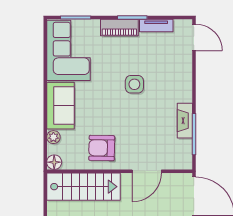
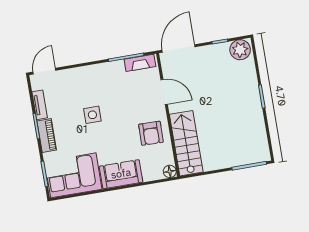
fireplace: (185, 121) -> (140, 63), moved
plant: (53, 137) -> (149, 176), removed

